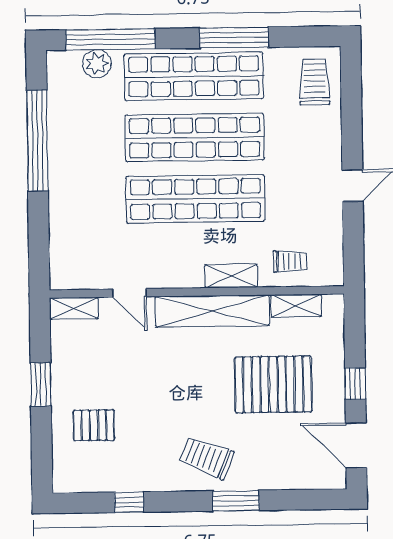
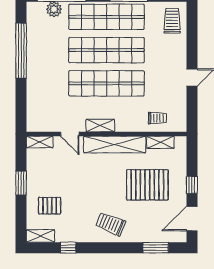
shelving: (231, 276) -> (100, 126), moved
door: (356, 445) -> (192, 219), hinge flipped
shelving: (78, 481) -> (40, 236), added
window: (236, 501) -> (156, 248), moved

